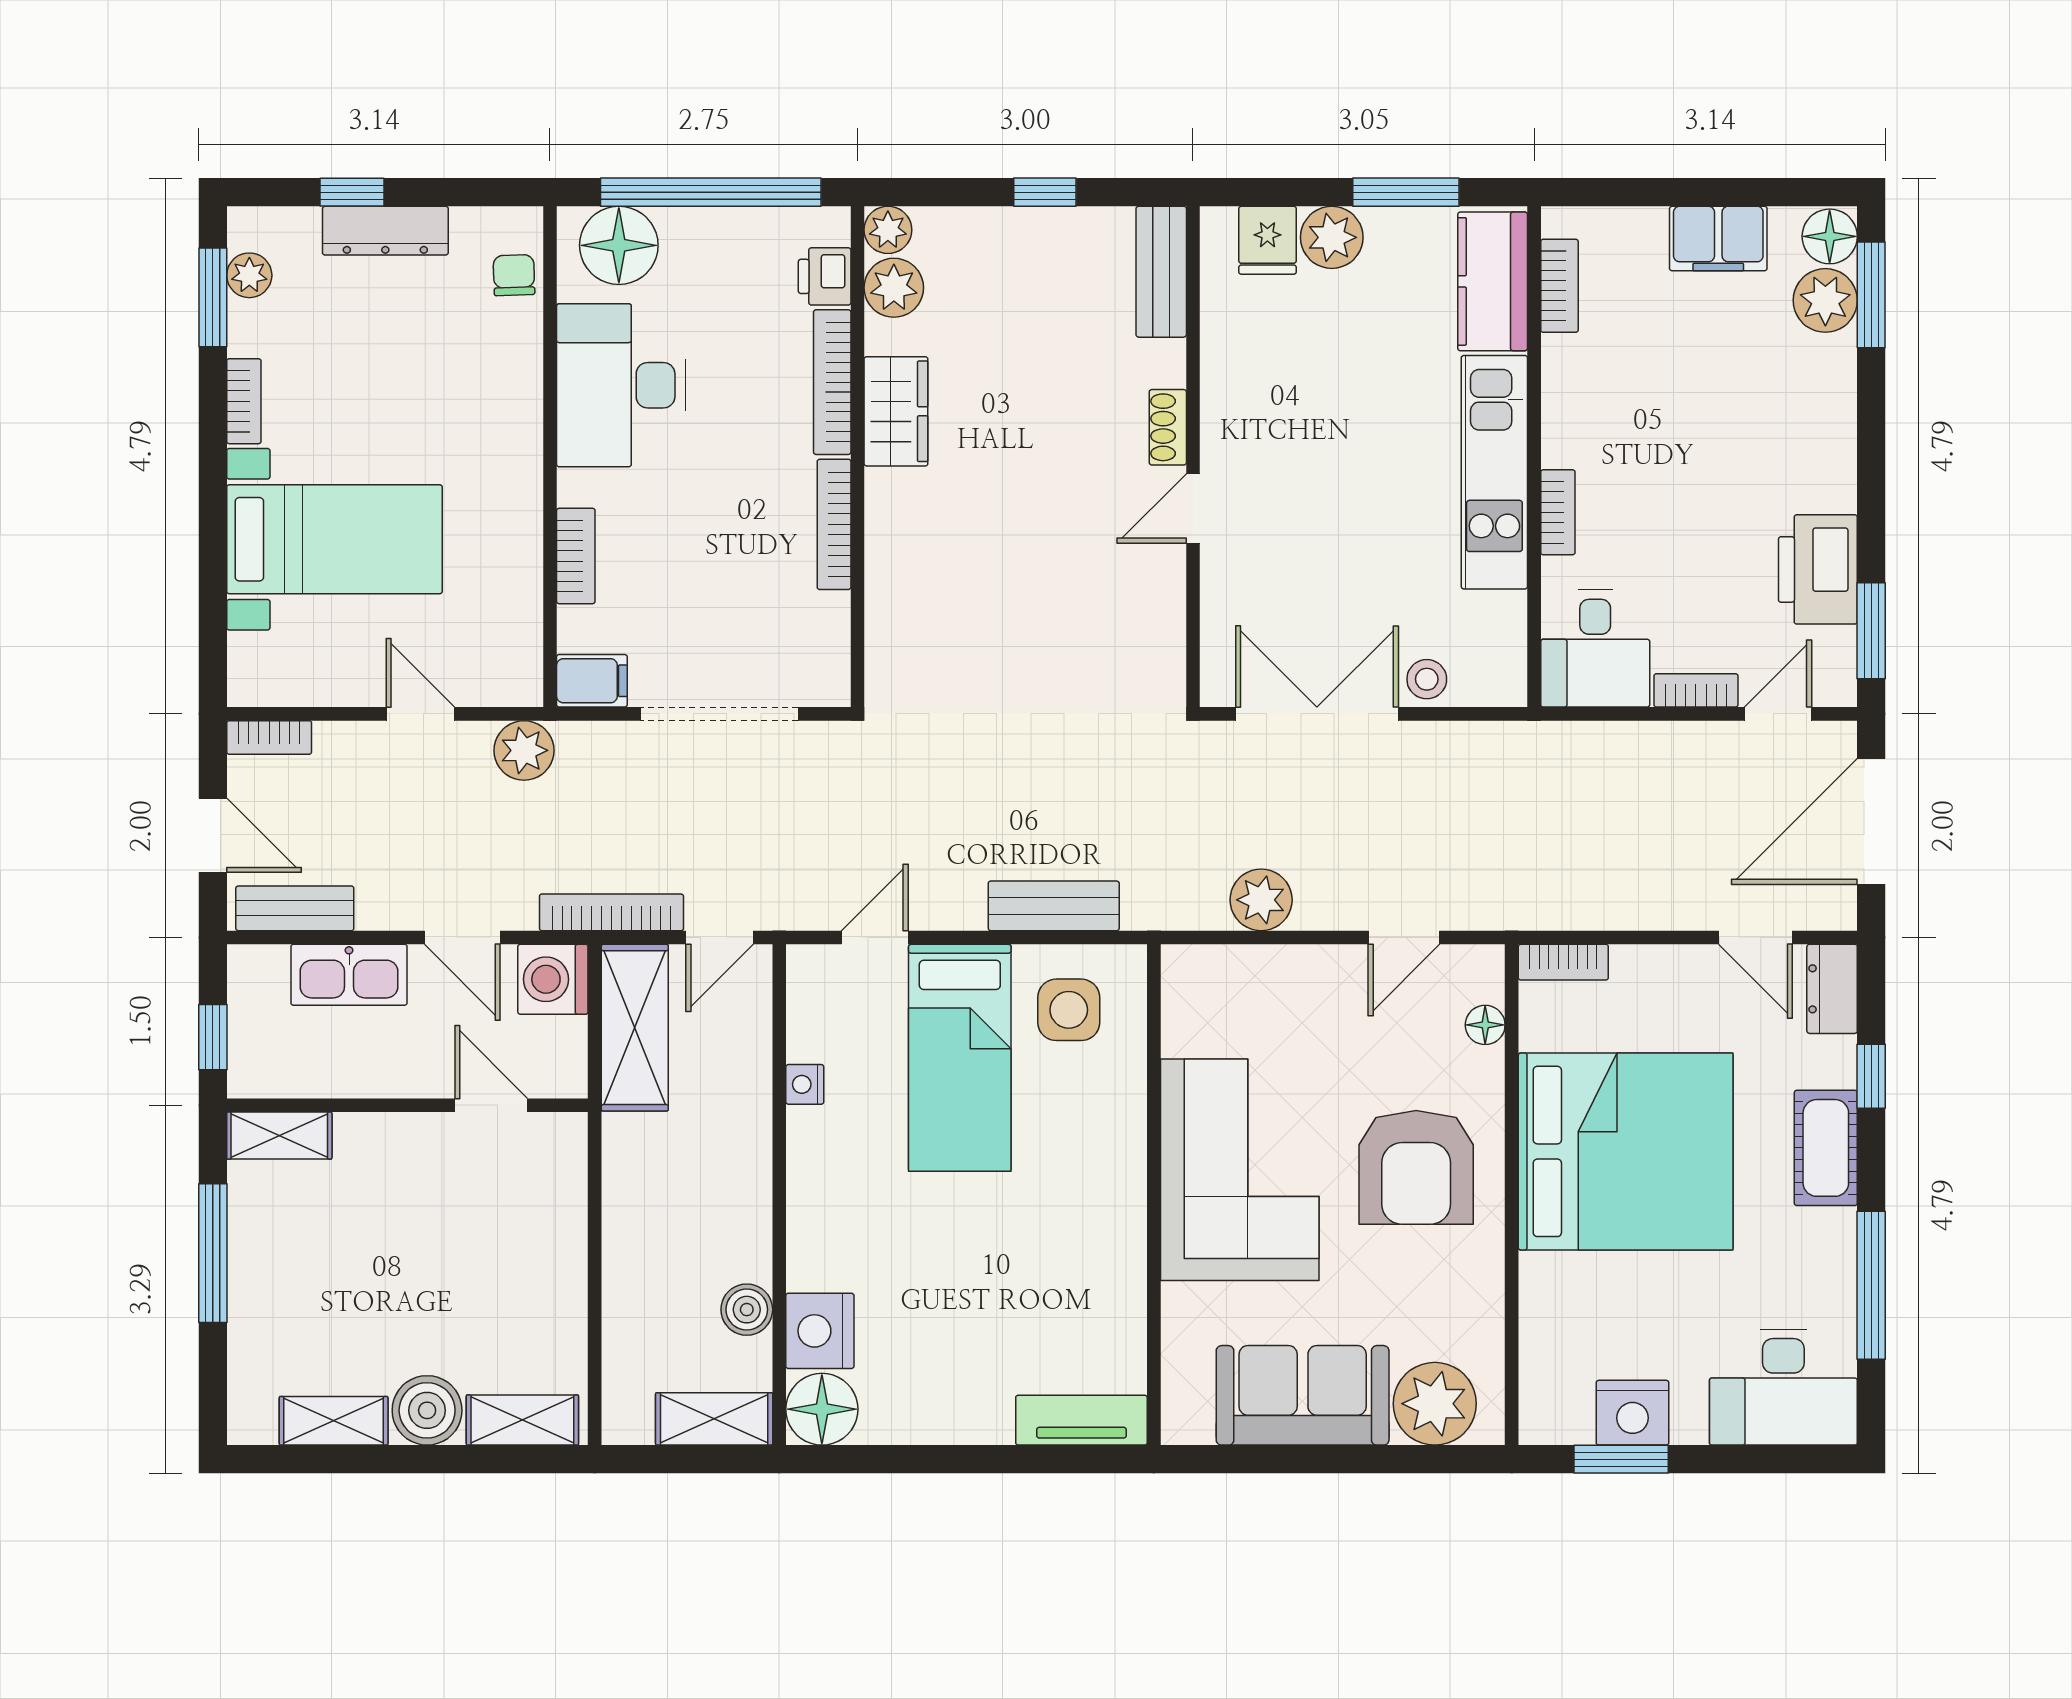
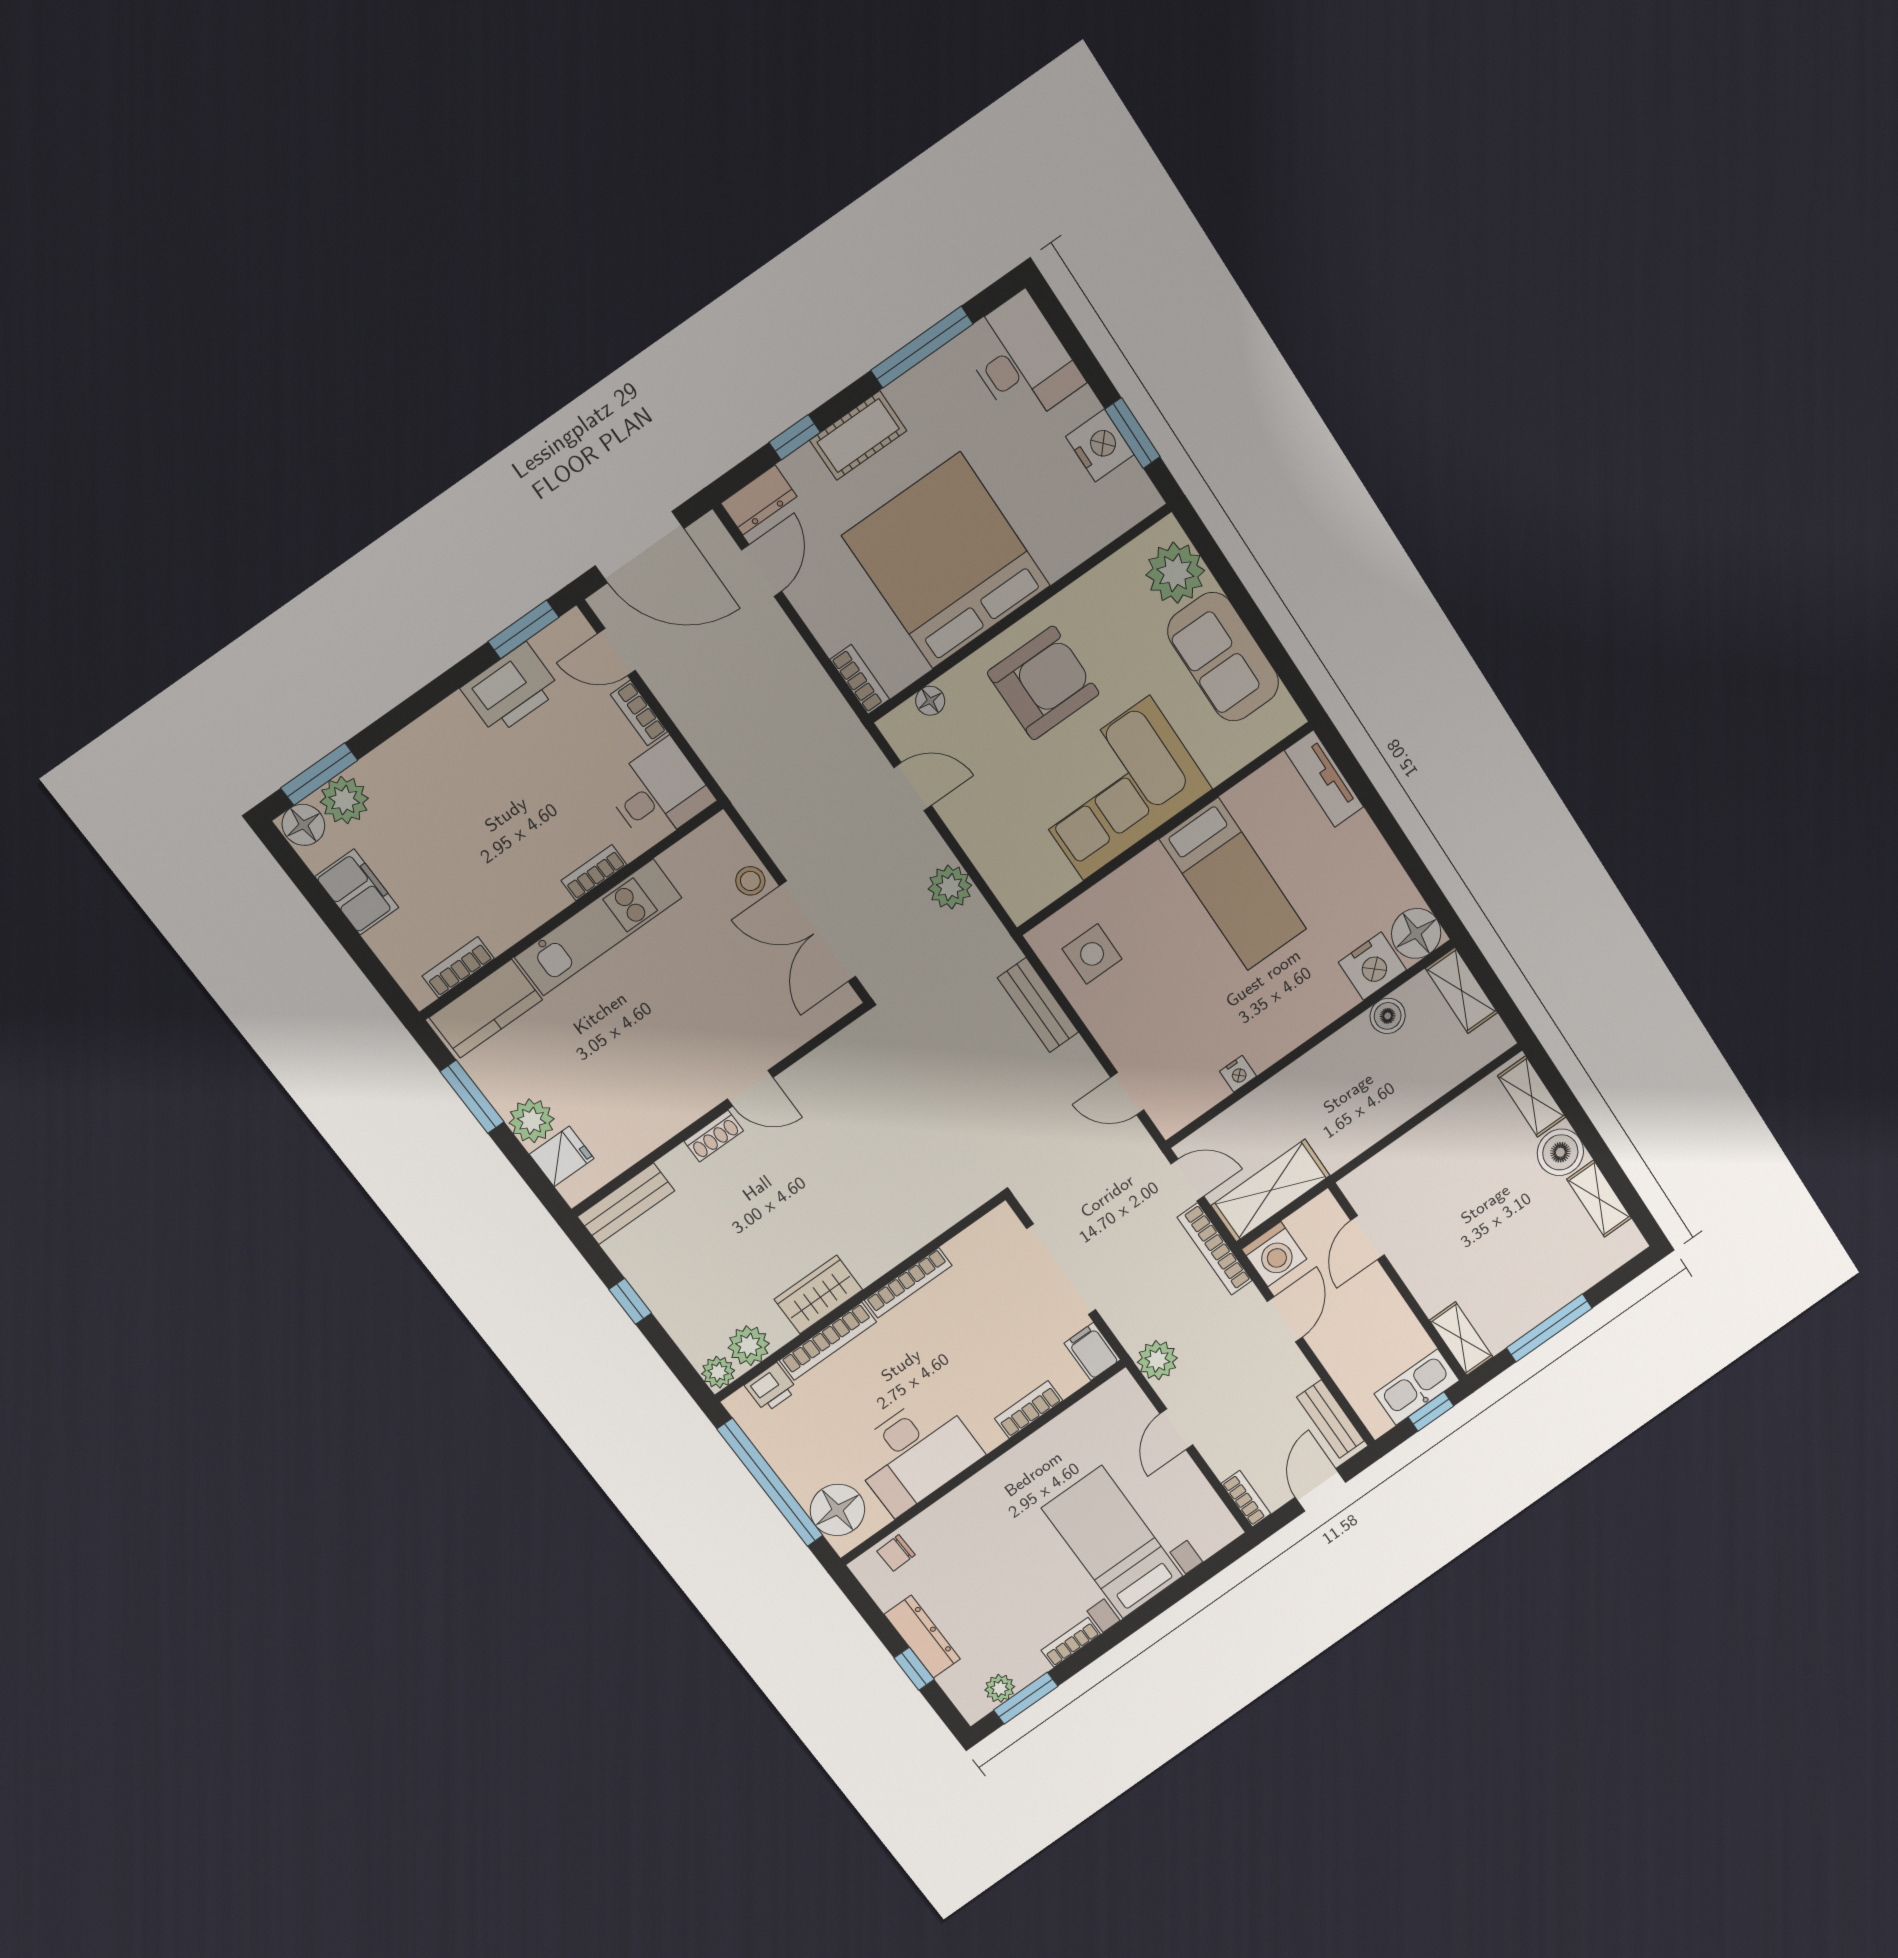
kitchen sink: (349, 975) -> (1417, 1387), moved, turned -90
bed: (960, 1058) -> (1233, 884), moved, turned 90

